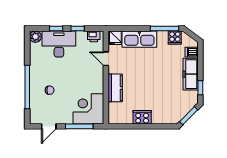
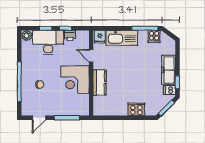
printer: (94, 36) -> (70, 35), moved
dishwasher: (192, 52) -> (169, 90), moved
corner desk: (88, 109) -> (75, 80), moved, turned -90
cooker: (142, 117) -> (136, 109), moved

